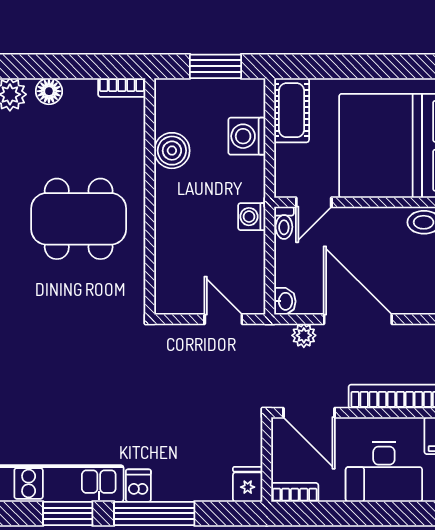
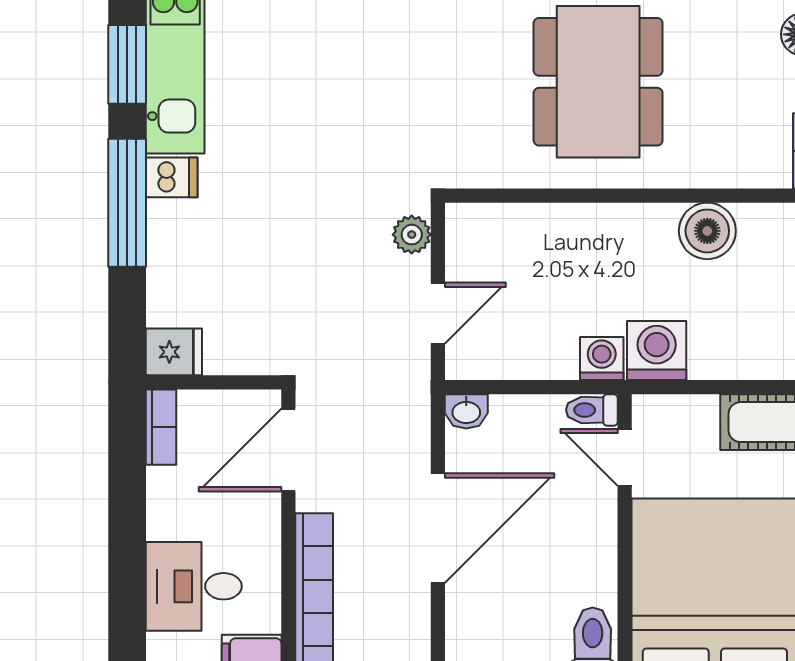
washing machine: (247, 136) -> (657, 351), moved
plant: (304, 335) -> (412, 235), moved
desk: (384, 472) -> (194, 586), width x0.73

